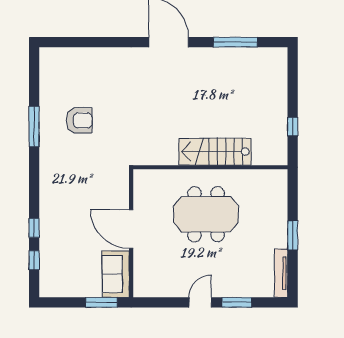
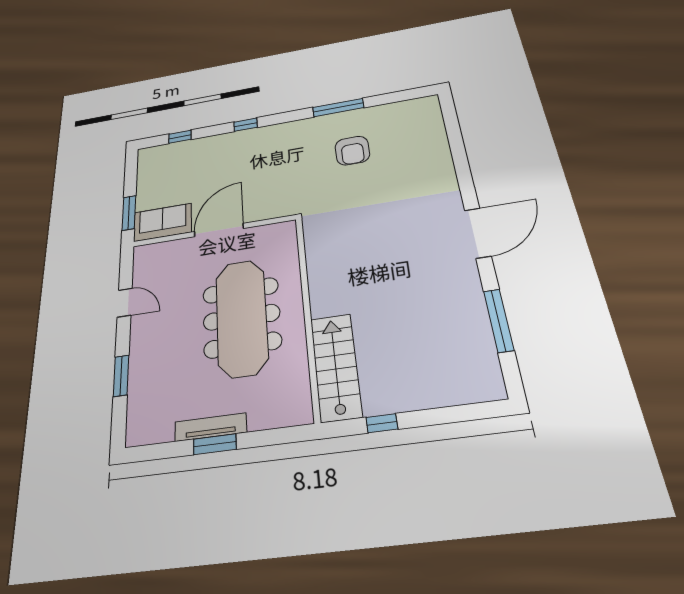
stairs: (215, 152) -> (336, 367), moved
meeting table: (206, 214) -> (241, 317), width x1.36
window: (34, 228) -> (245, 125), moved
tv unit: (281, 273) -> (211, 427), moved
door: (200, 302) -> (125, 303), moved

